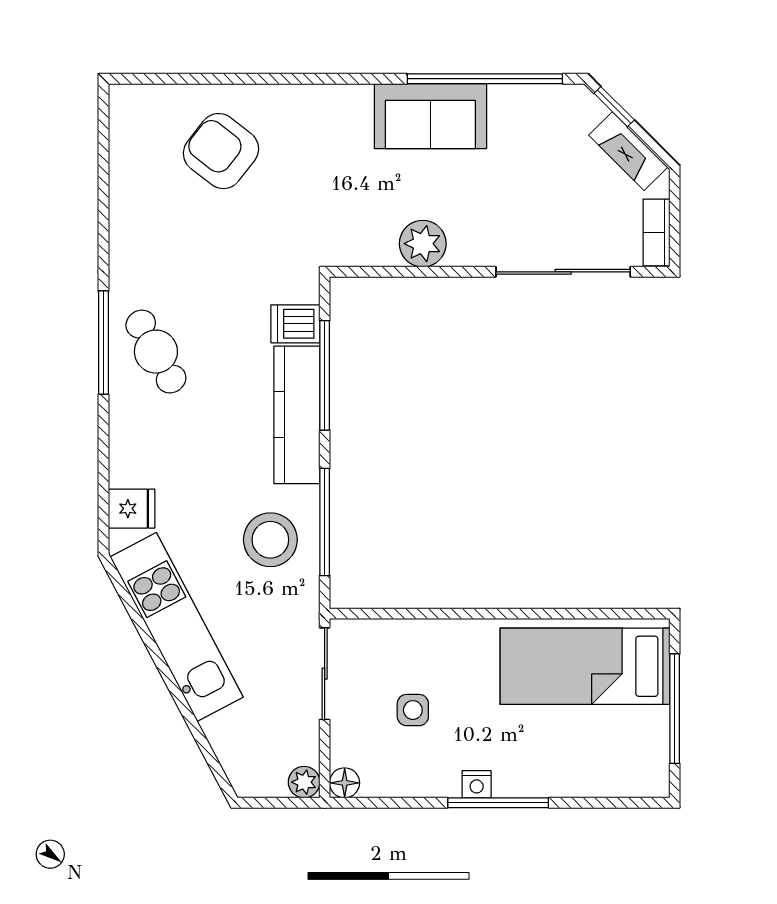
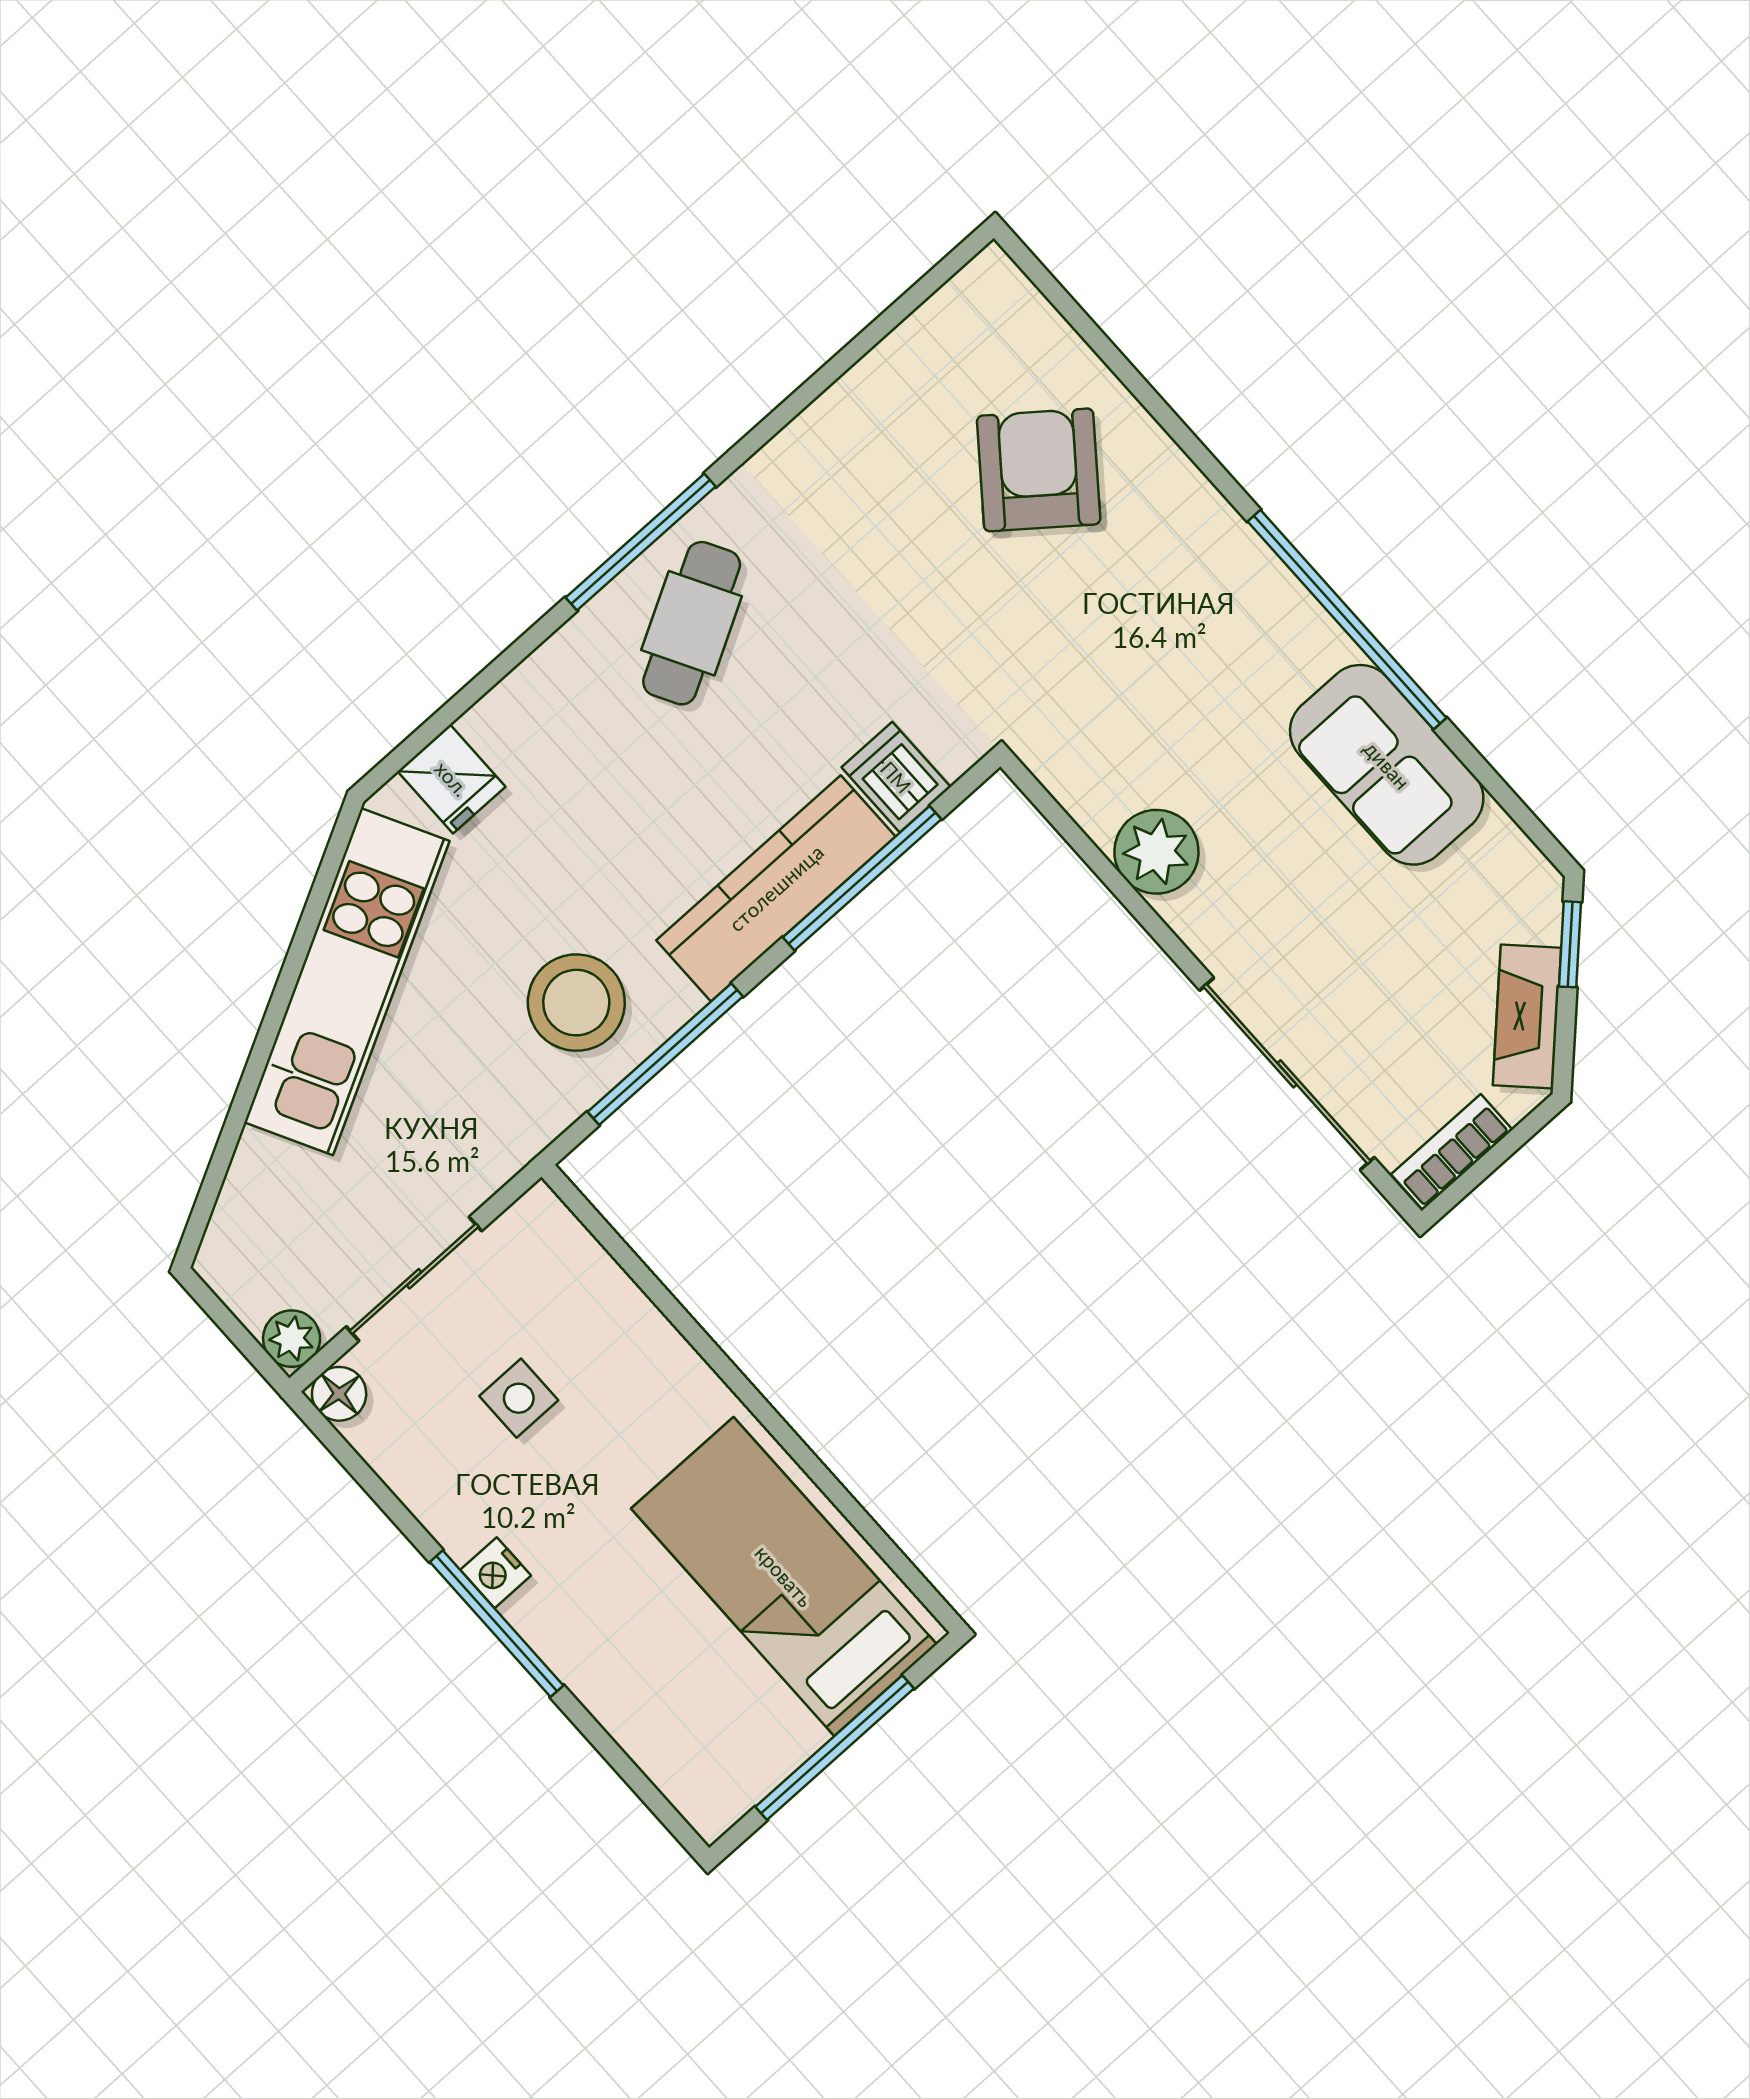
window: (485, 79) -> (1347, 620), moved
sofa: (430, 116) -> (1387, 765), moved
sliding door: (325, 674) -> (414, 1279), moved

